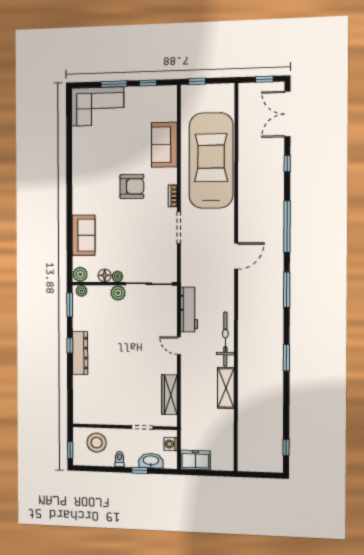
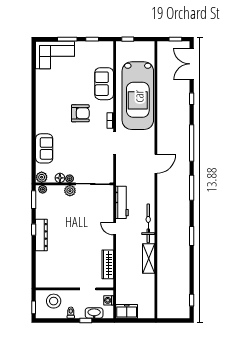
car: (211, 161) -> (138, 96), turned 180

